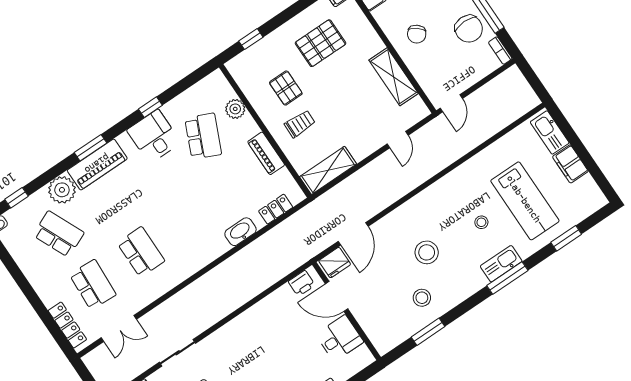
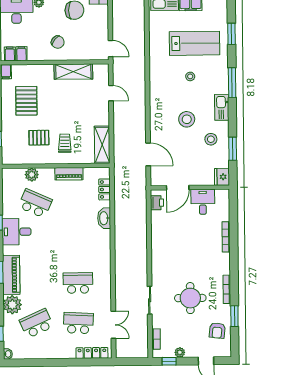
fridge: (335, 263) -> (222, 177), moved, turned 180
kitchen sink: (501, 264) -> (222, 107), moved

